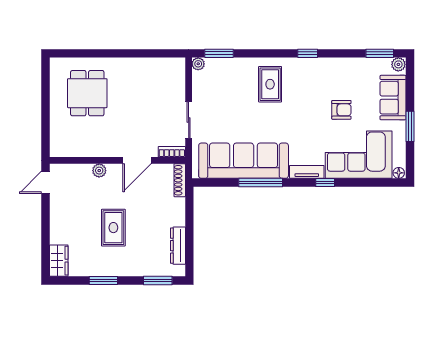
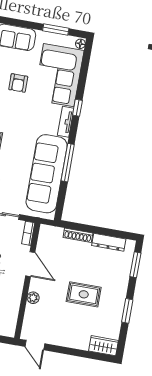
armchair: (341, 110) -> (18, 83), turned 180
window: (410, 126) -> (56, 29), moved
shoe rack: (180, 180) -> (78, 235), moved

